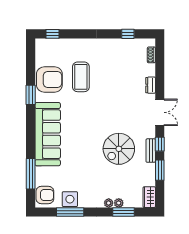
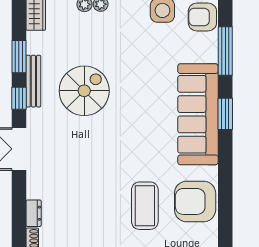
dresser: (151, 85) -> (34, 213), moved
window: (31, 95) -> (225, 114), moved
bench: (151, 151) -> (33, 81), width x1.36

